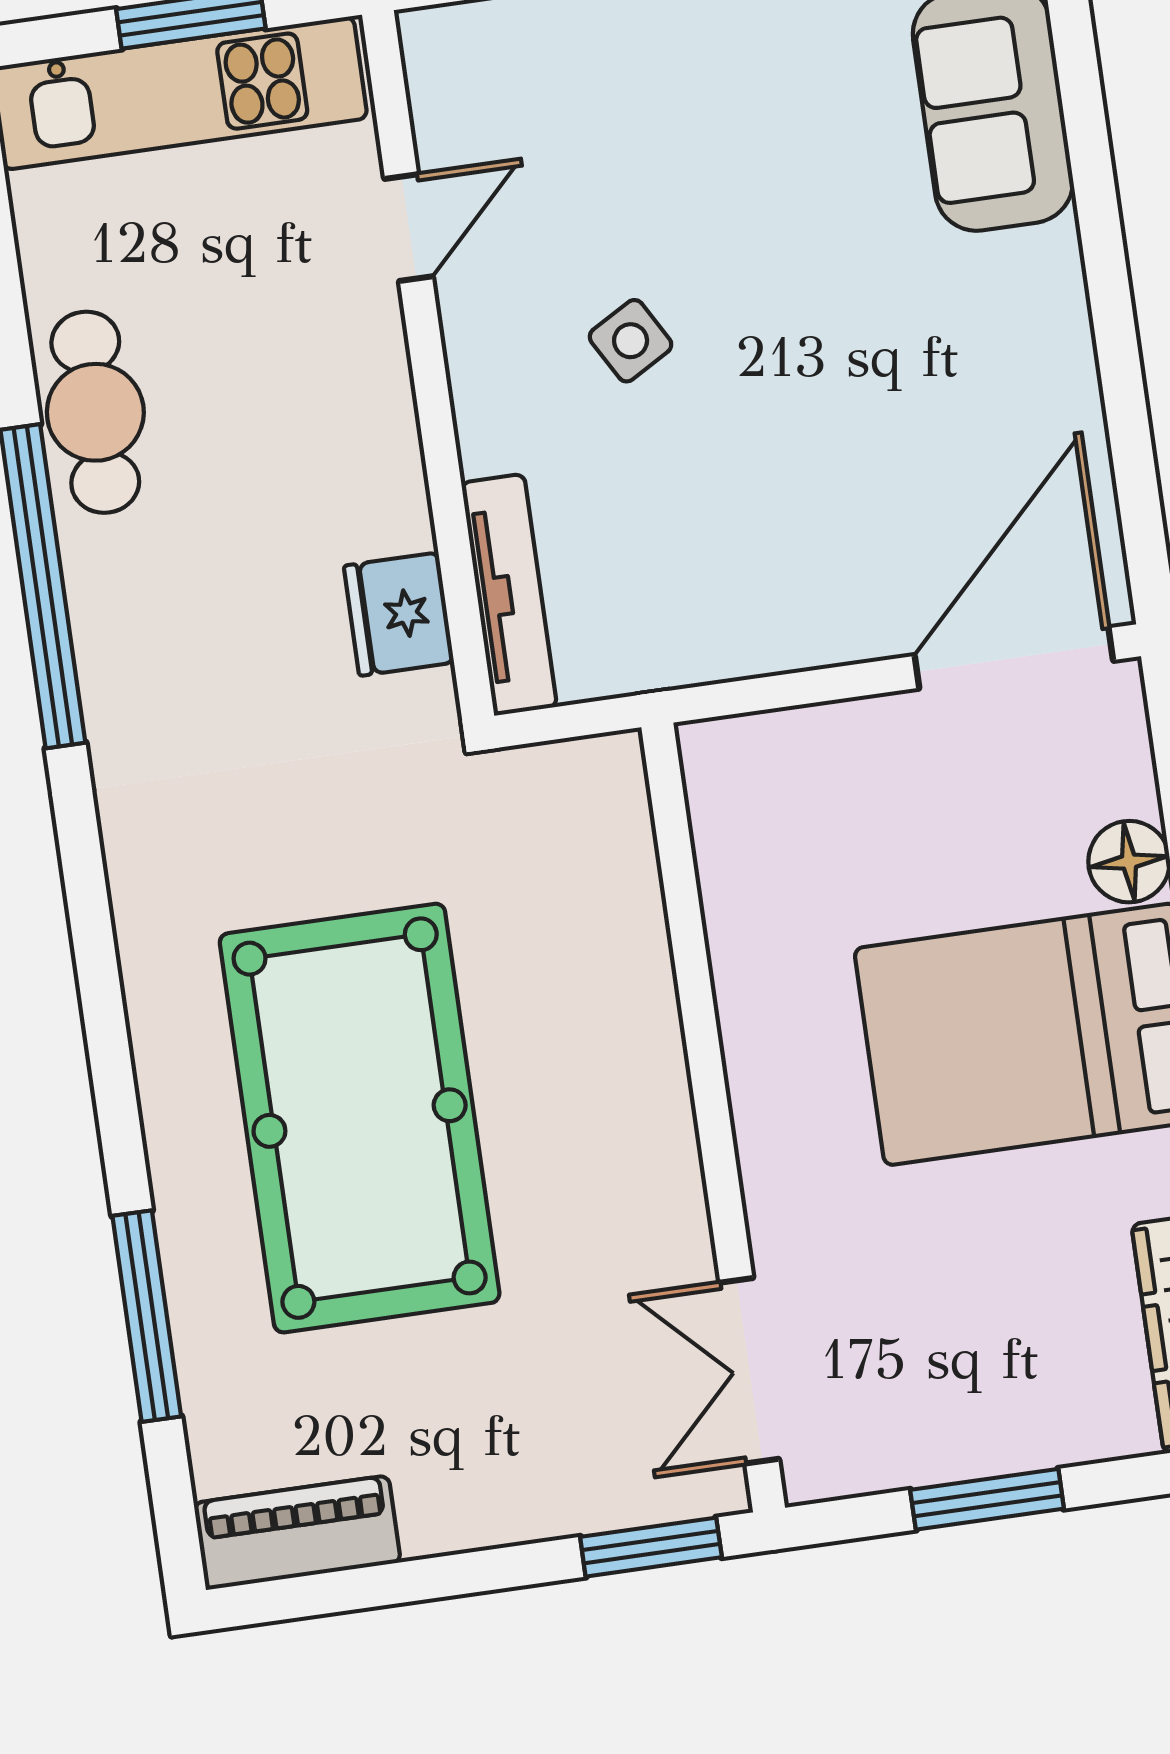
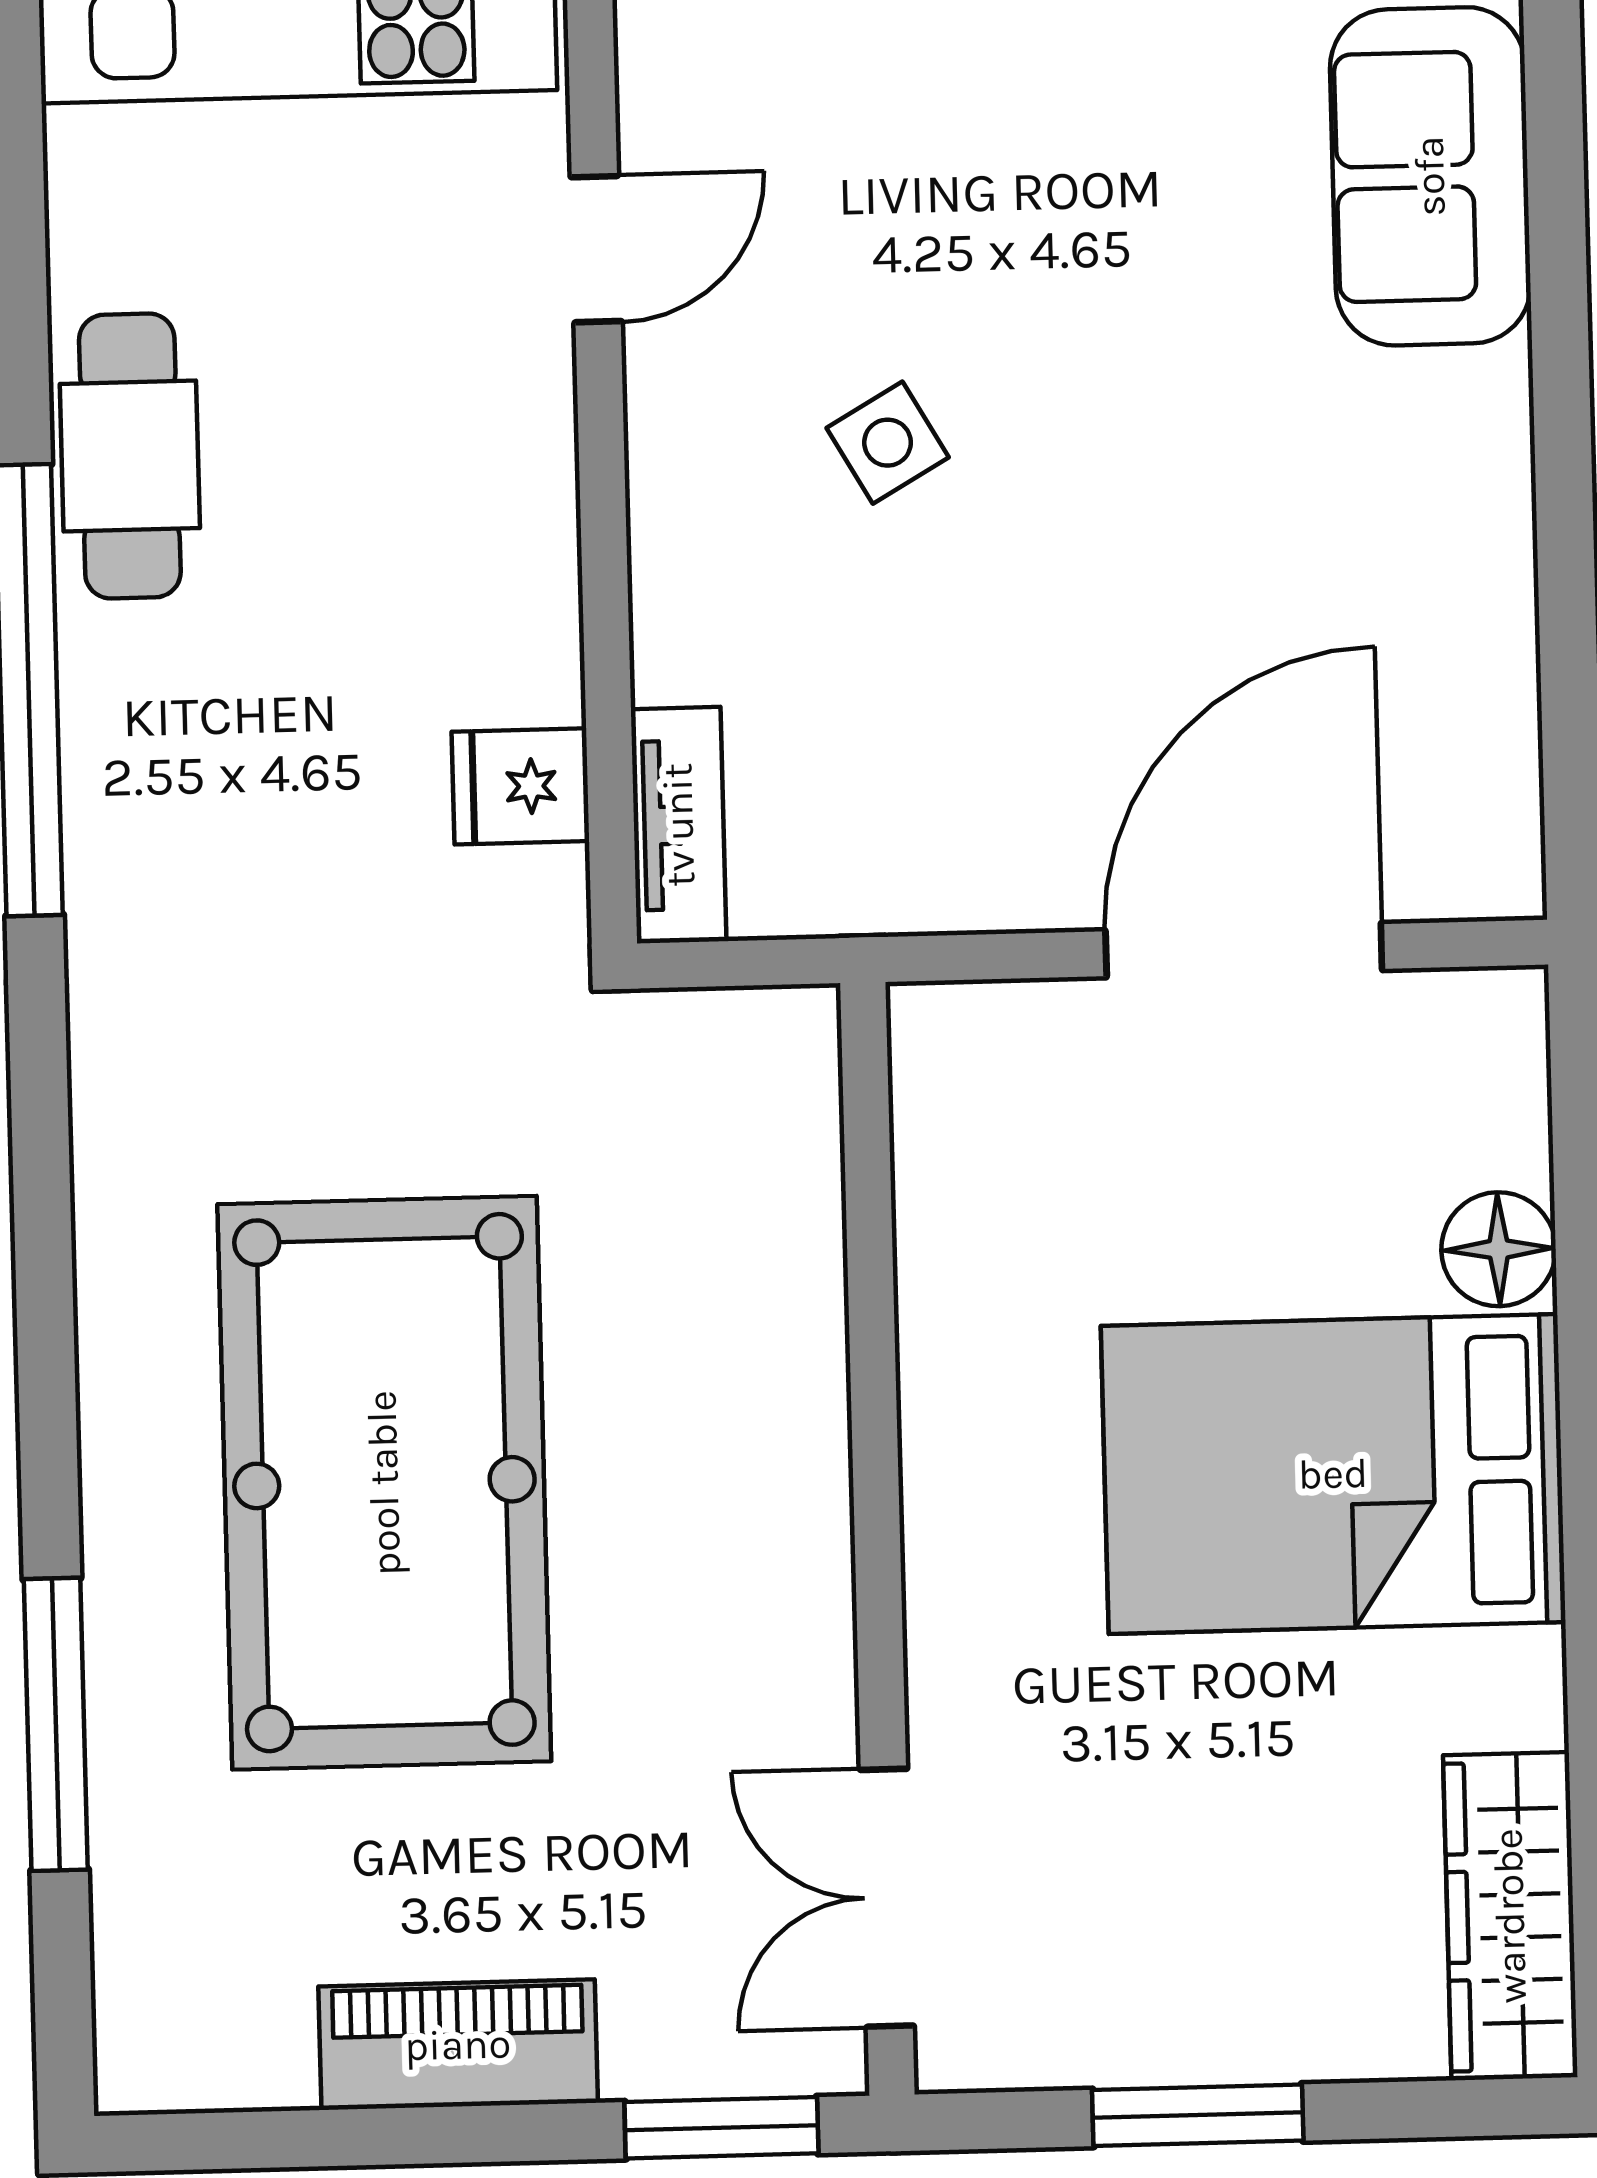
tv unit: (509, 595) -> (679, 825), width x0.71
fridge: (399, 614) -> (520, 786), width x0.72
door: (1014, 658) -> (1244, 950), moved
piano: (297, 1533) -> (458, 2045), moved

